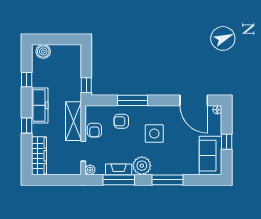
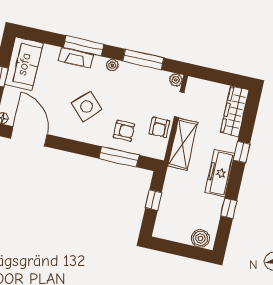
window: (86, 85) -> (153, 200), moved
window: (133, 100) -> (119, 157), moved
armchair: (94, 130) -> (159, 127), turned 180
side table: (154, 134) -> (87, 106), turned 45
plant: (142, 166) -> (112, 65), width x0.53, depth x0.53
fireplace: (119, 169) -> (76, 58), moved

